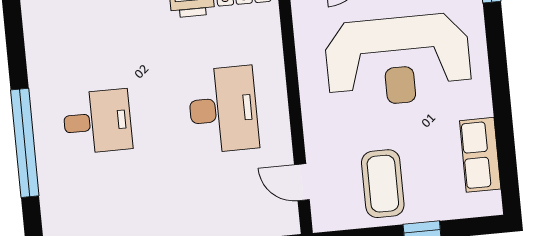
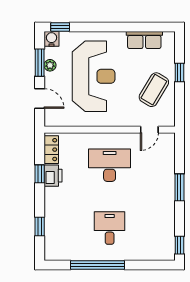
window: (25, 143) -> (98, 265), moved
coffee table: (383, 184) -> (154, 90), turned -59

